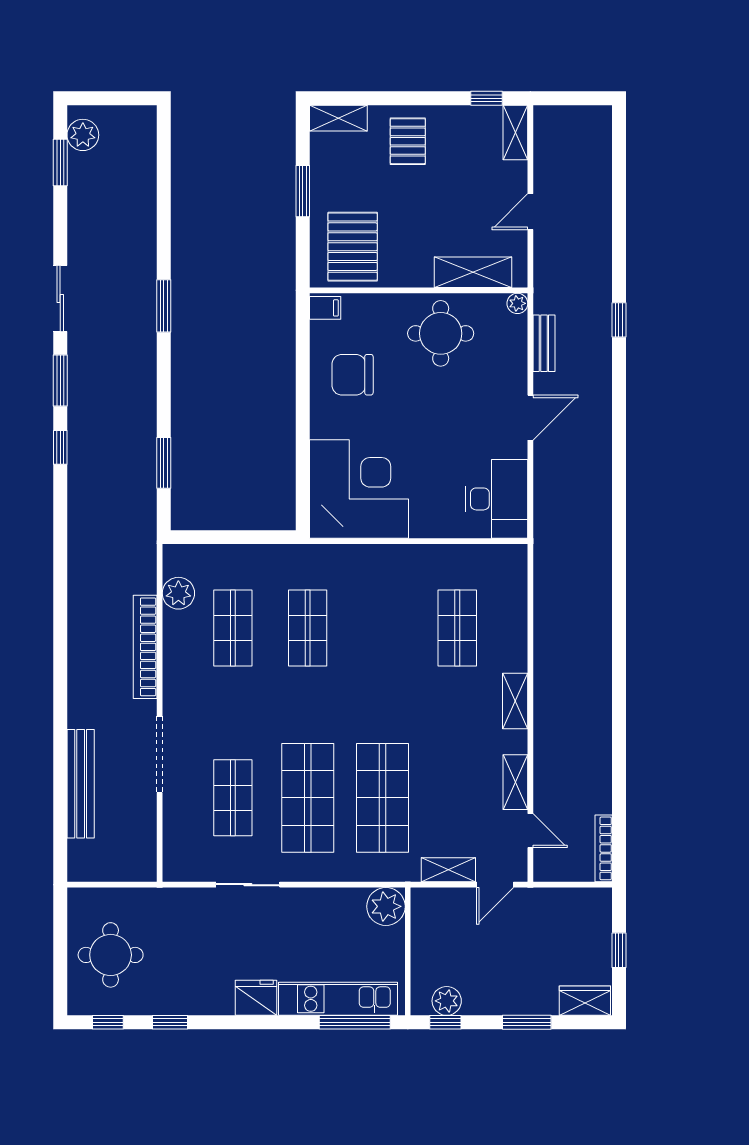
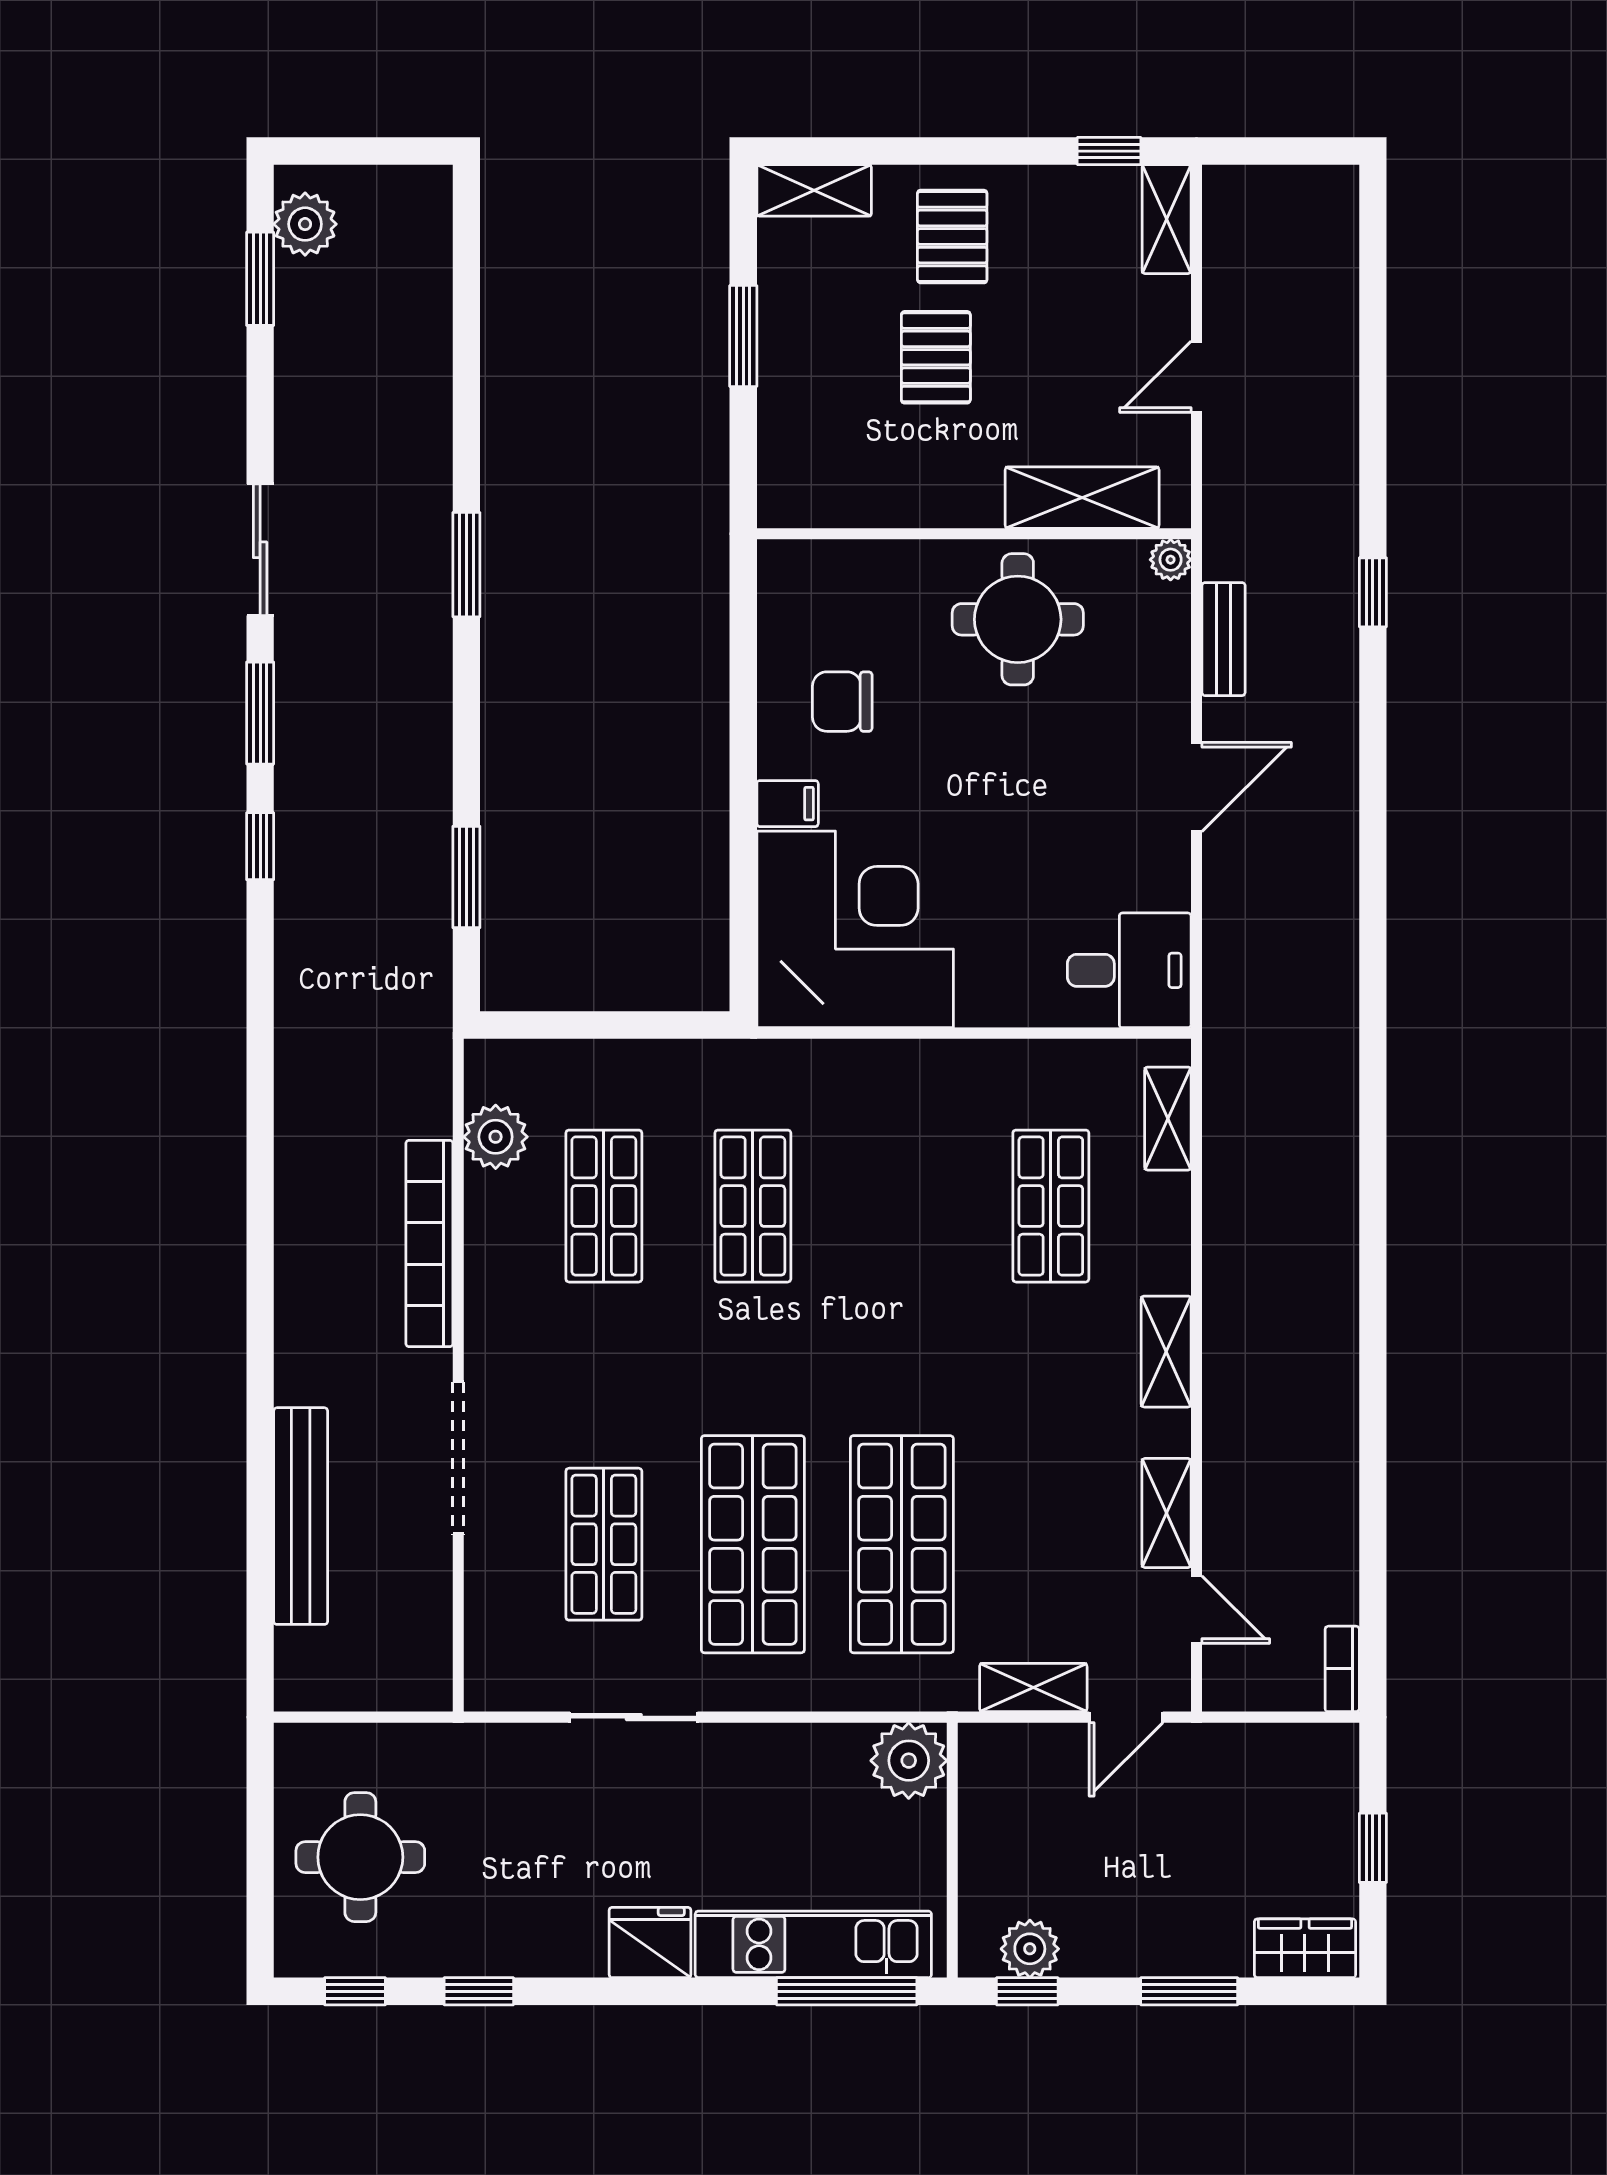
pallet: (353, 247) -> (936, 357), moved, width x0.67, depth x0.71
filing cabinet: (325, 308) -> (788, 804), moved
chair: (353, 375) -> (842, 702), width x0.73, depth x0.73
desk: (497, 499) -> (1129, 970), width x0.73
shelving: (516, 584) -> (1168, 1119), added
bookcase: (604, 848) -> (1342, 1669), width x0.64

